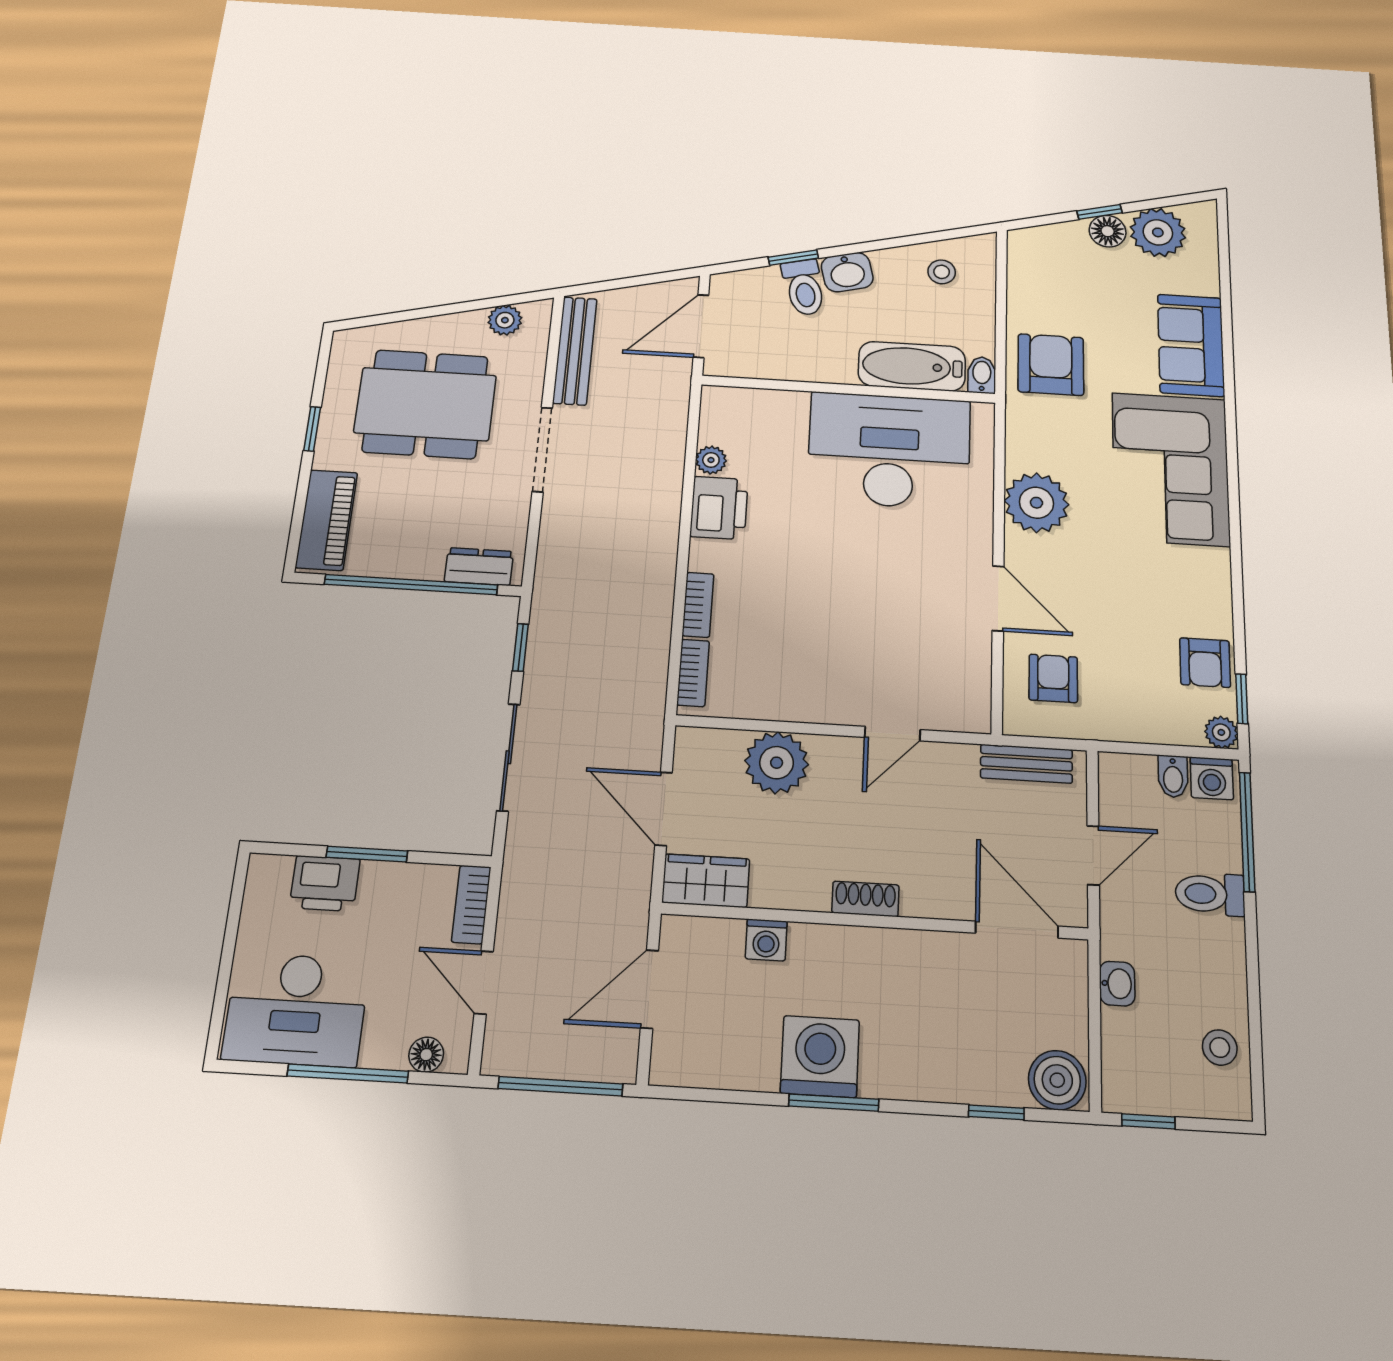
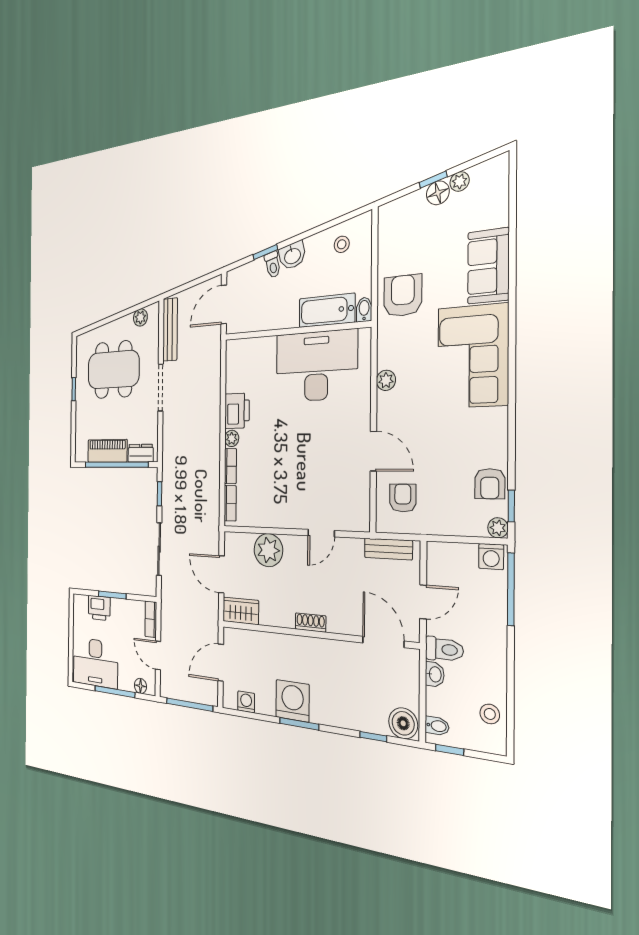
plant: (1158, 232) -> (460, 181), width x0.53, depth x0.53
toilet: (804, 288) -> (273, 265), width x0.73, depth x0.72
plant: (711, 460) -> (232, 438), moved
plant: (1036, 503) -> (386, 380), width x0.53, depth x0.53
piano: (327, 520) -> (107, 451), moved, turned -90
bidet: (1173, 776) -> (437, 726), moved, turned -90
toilet: (1210, 894) -> (444, 649), moved, turned 180
washing machine: (766, 940) -> (246, 702), moved, turned 180

